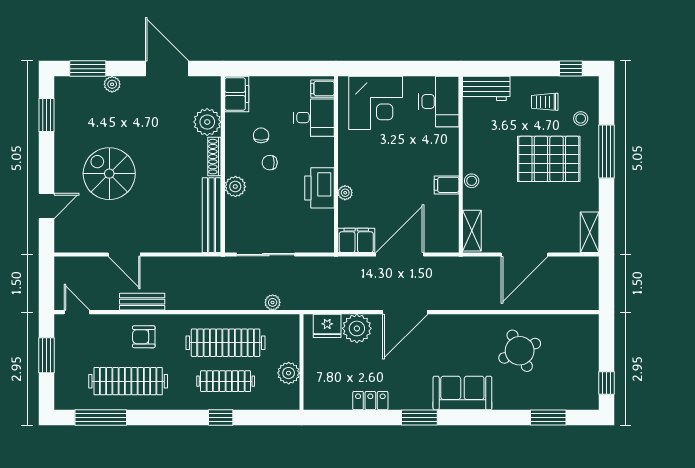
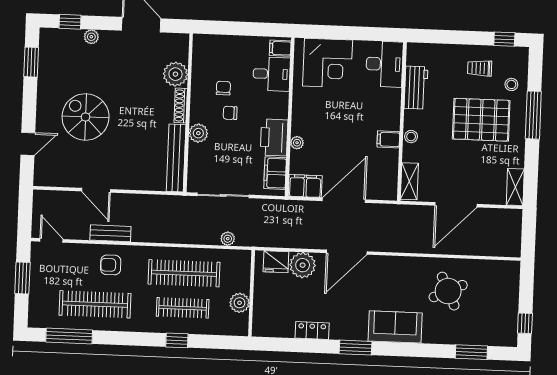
window: (88, 69) -> (70, 22), width x0.67
workbench: (486, 88) -> (416, 88), moved, turned -90
filing cabinet: (237, 94) -> (275, 173), moved, turned 180

